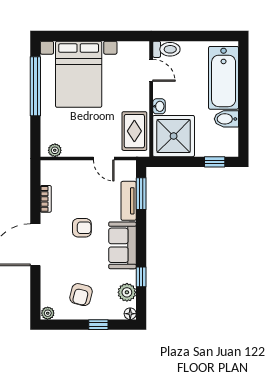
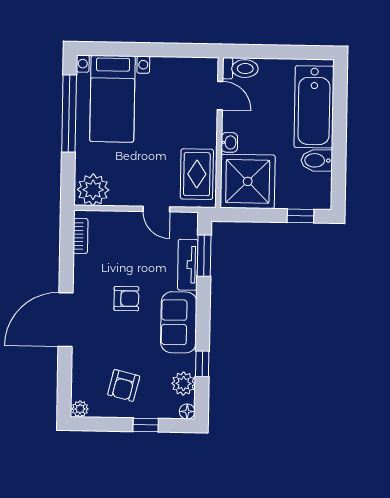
bed with nightstands: (79, 74) -> (112, 99), width x0.73
plant: (55, 150) -> (93, 190), width x1.88, depth x1.88
bookcase: (46, 199) -> (81, 236), moved

